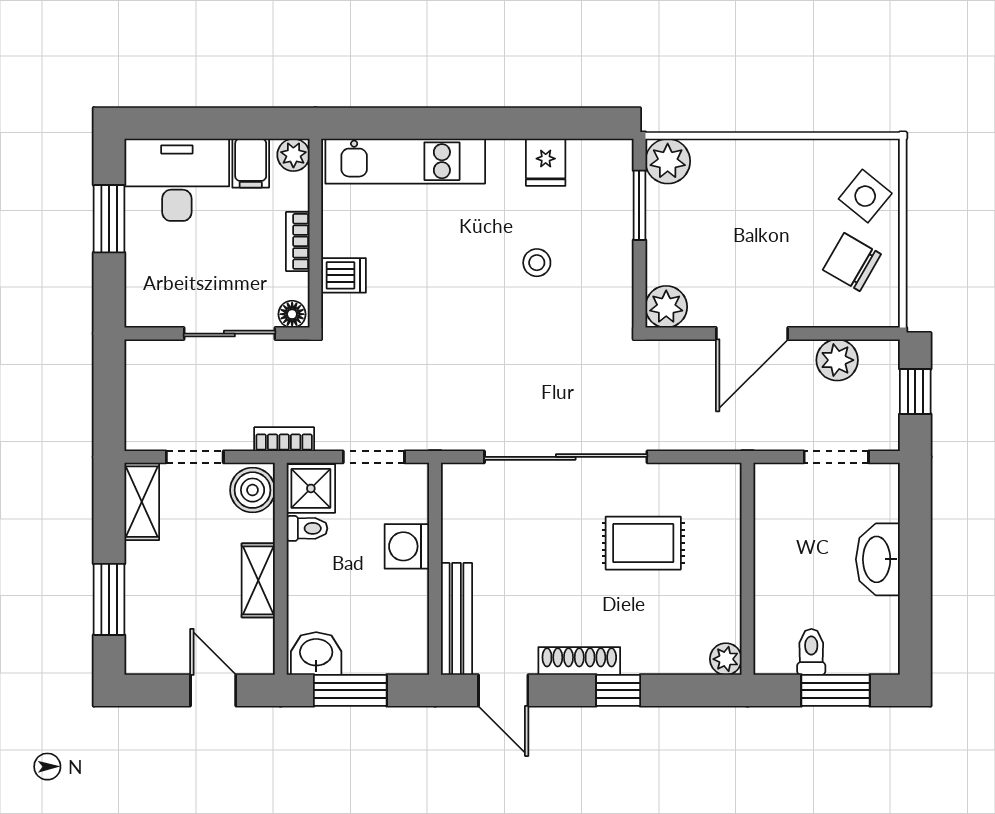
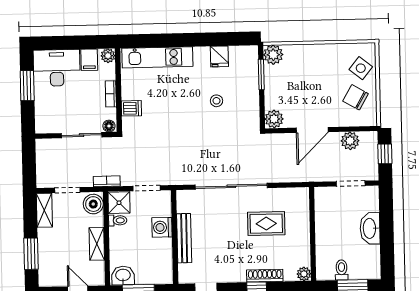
bench: (456, 619) -> (184, 238), moved
shoe rack: (579, 661) -> (265, 276), moved

